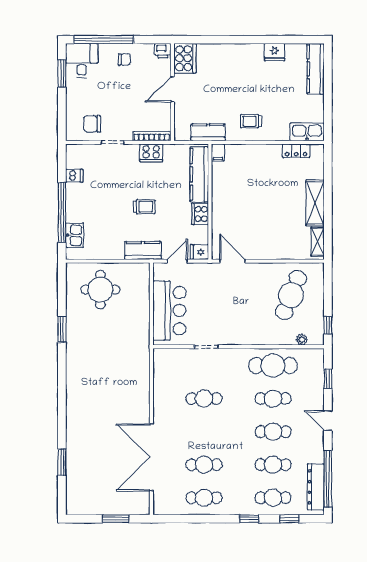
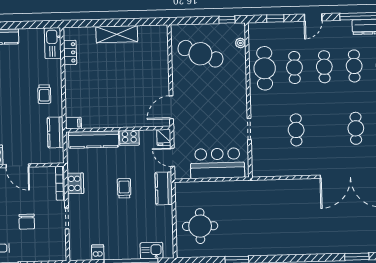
chair: (92, 124) -> (27, 222), moved
shelving: (318, 242) -> (152, 31), removed

